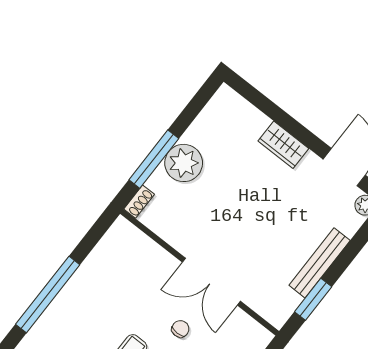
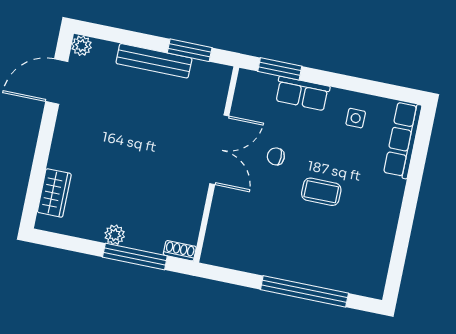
wardrobe: (283, 145) -> (54, 193), moved
plant: (184, 163) -> (115, 235), width x0.53, depth x0.53

